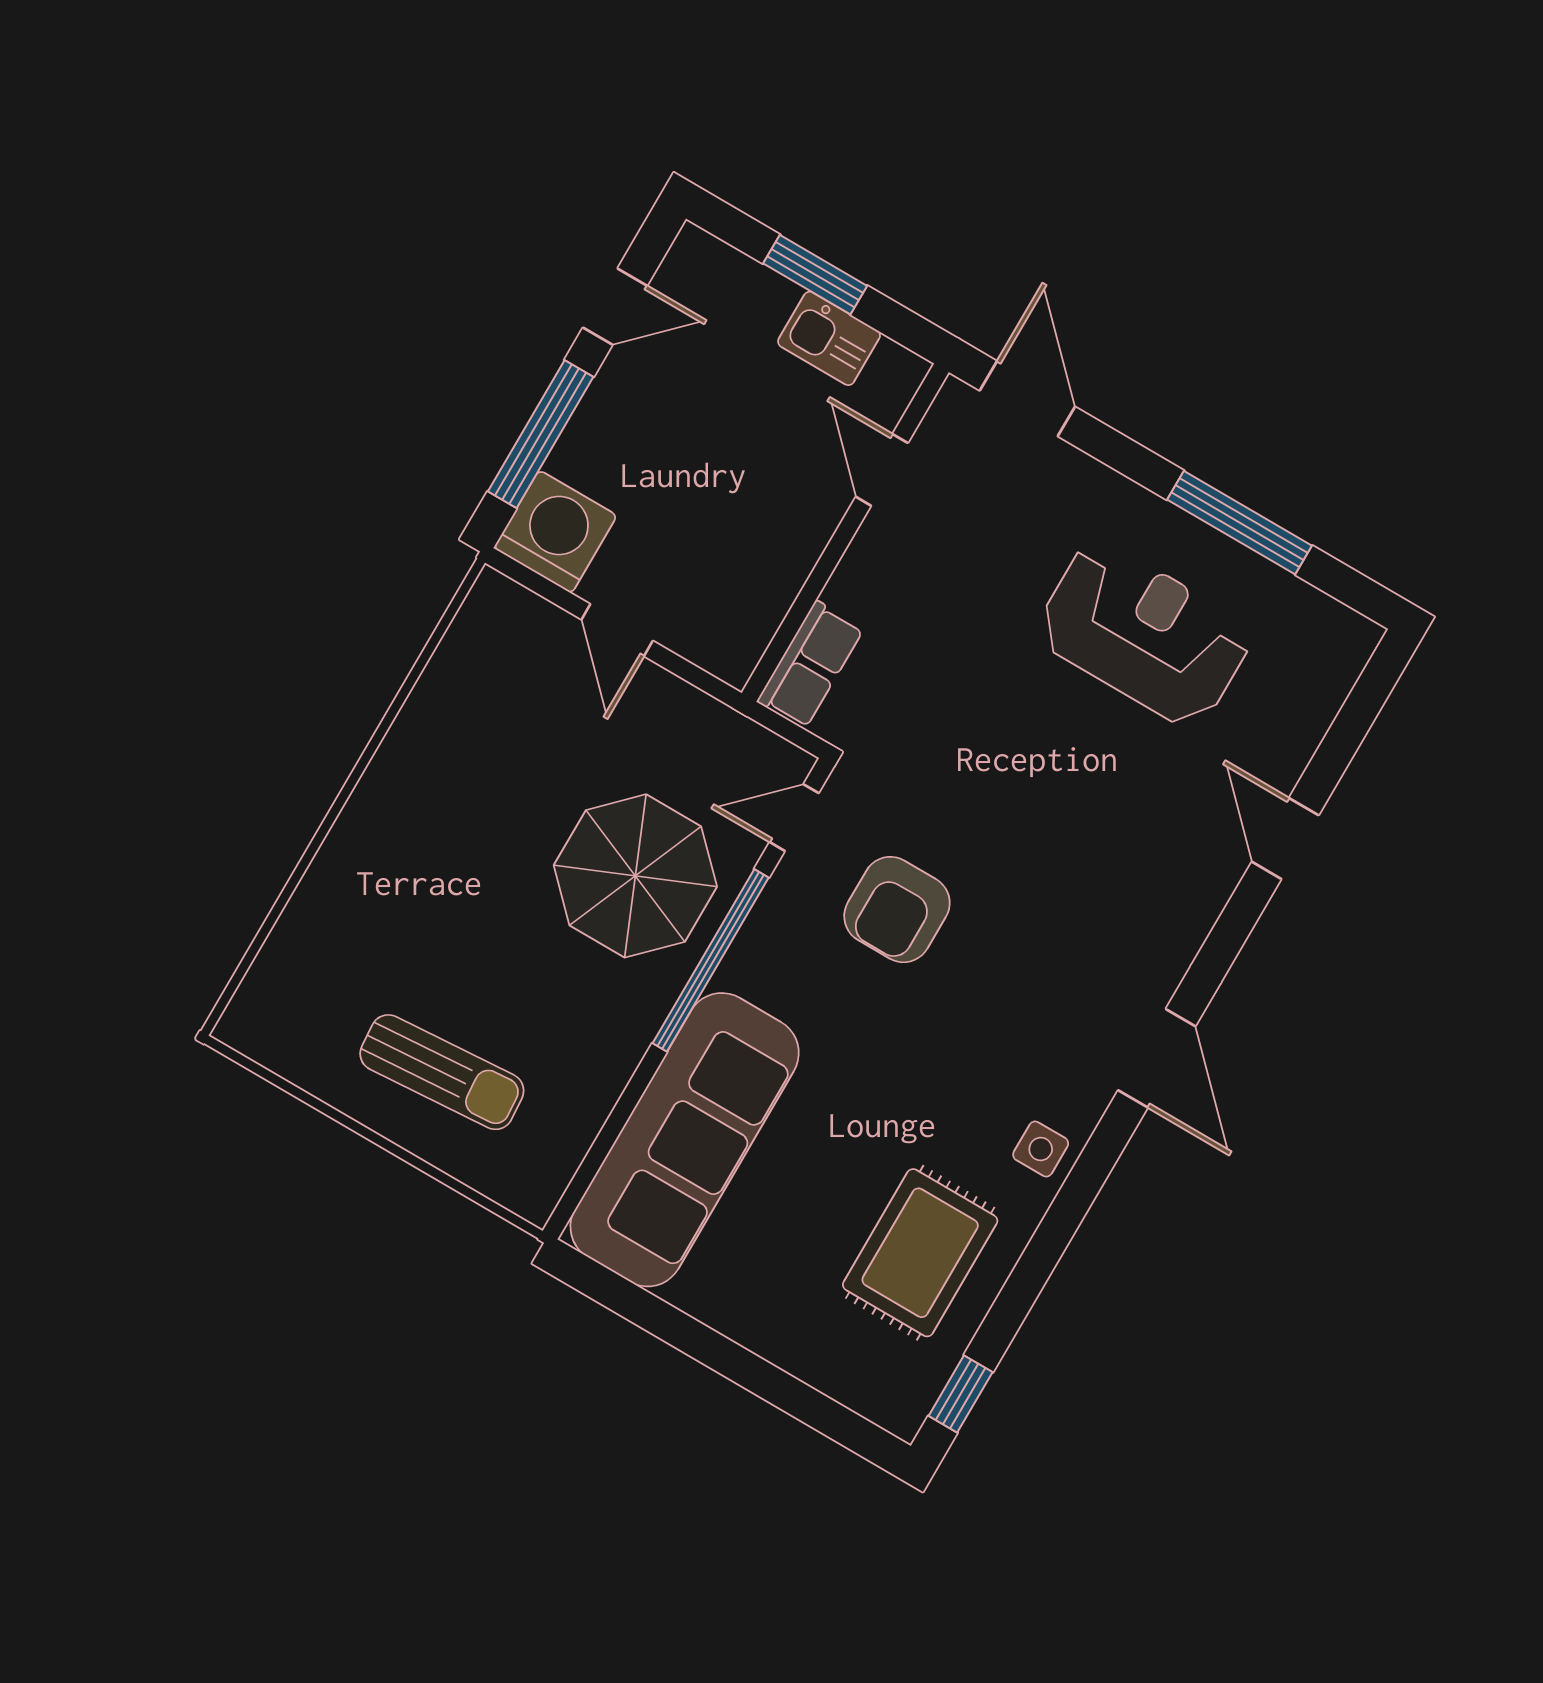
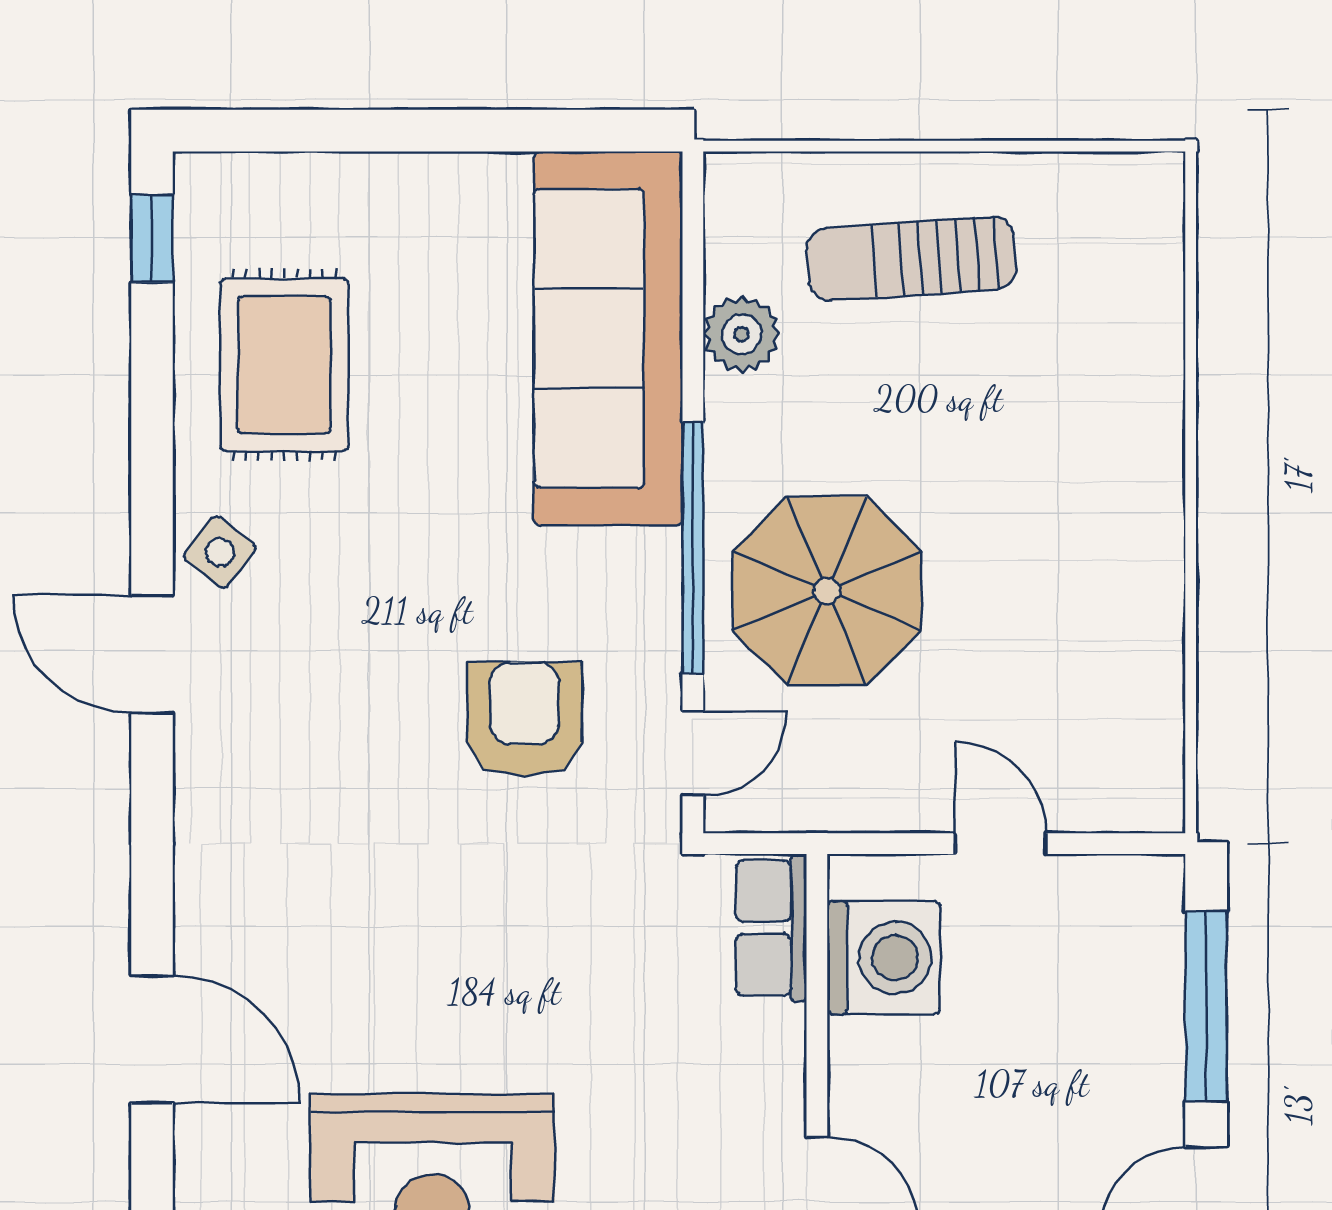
washing machine: (555, 532) -> (884, 958), moved, turned -90
door: (1285, 838) -> (152, 1039), width x1.38
door: (1157, 1058) -> (152, 654), moved
plant: (590, 1089) -> (742, 334), added
side table: (1041, 1149) -> (220, 552), turned 38

